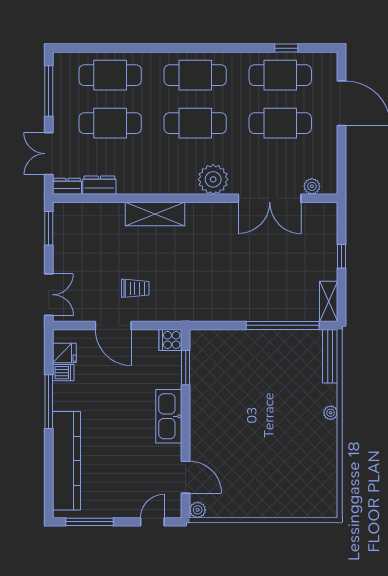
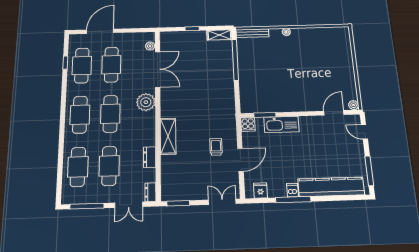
dresser: (99, 185) -> (150, 157), moved
dishwasher: (63, 373) -> (292, 190), moved
kitchen sink: (169, 416) -> (281, 124), moved

